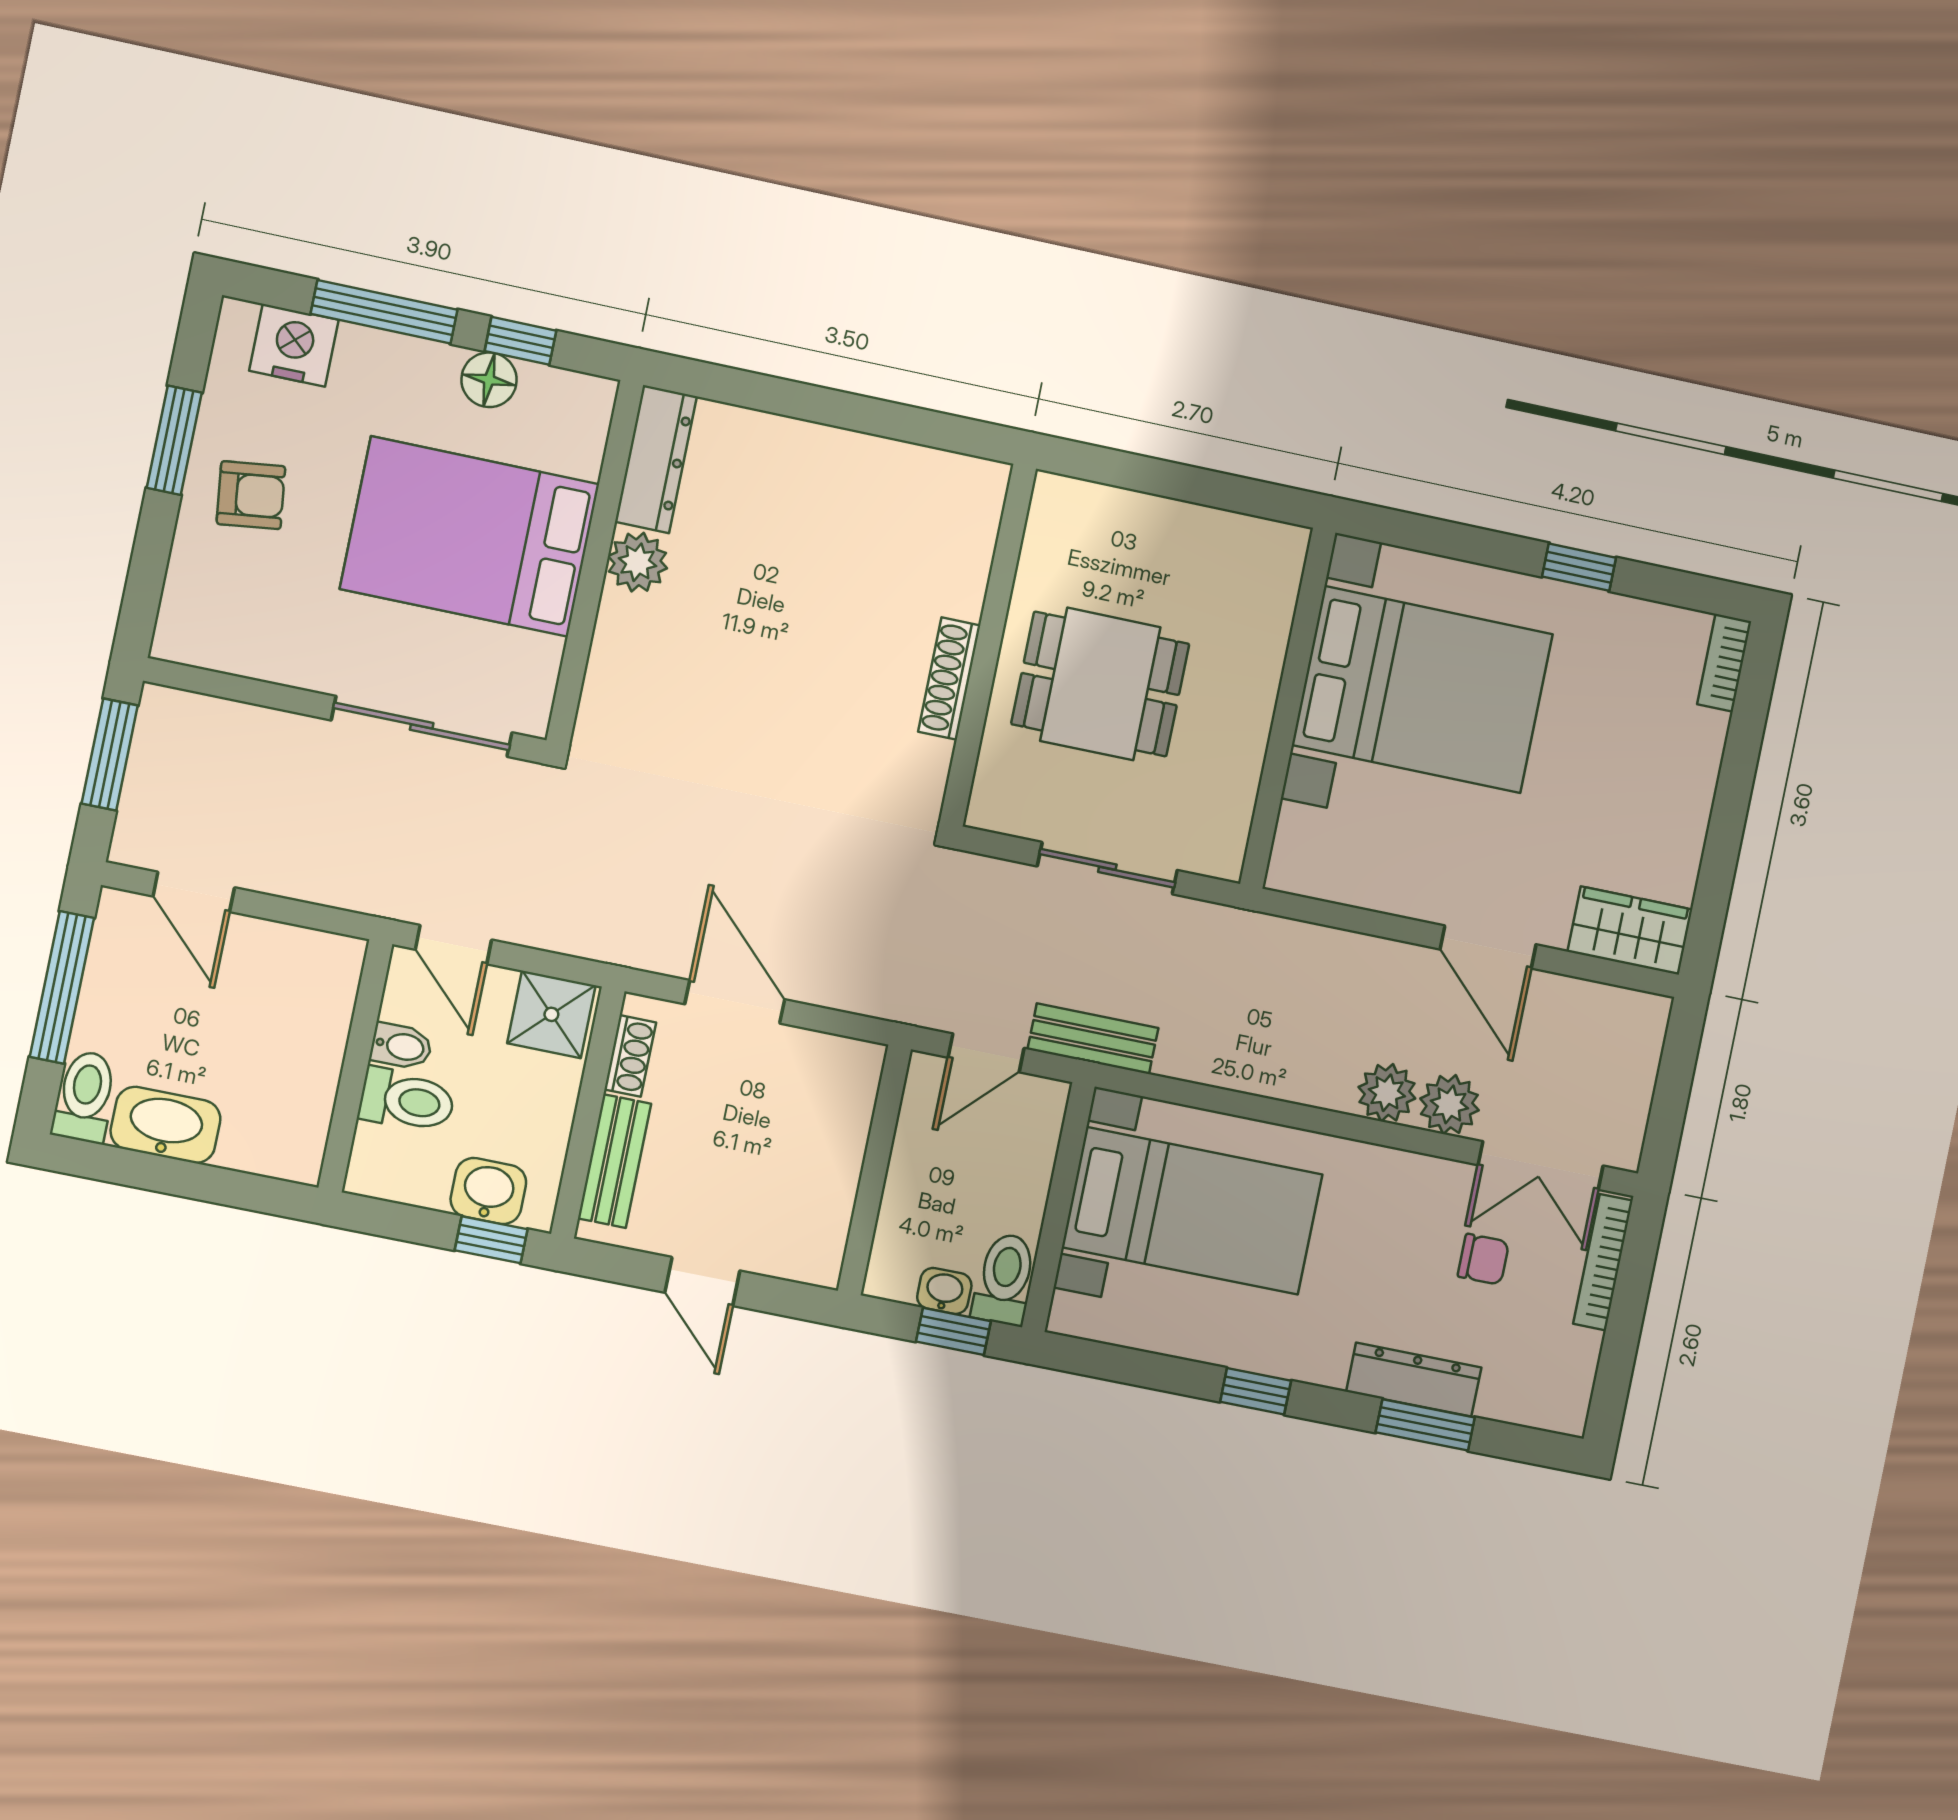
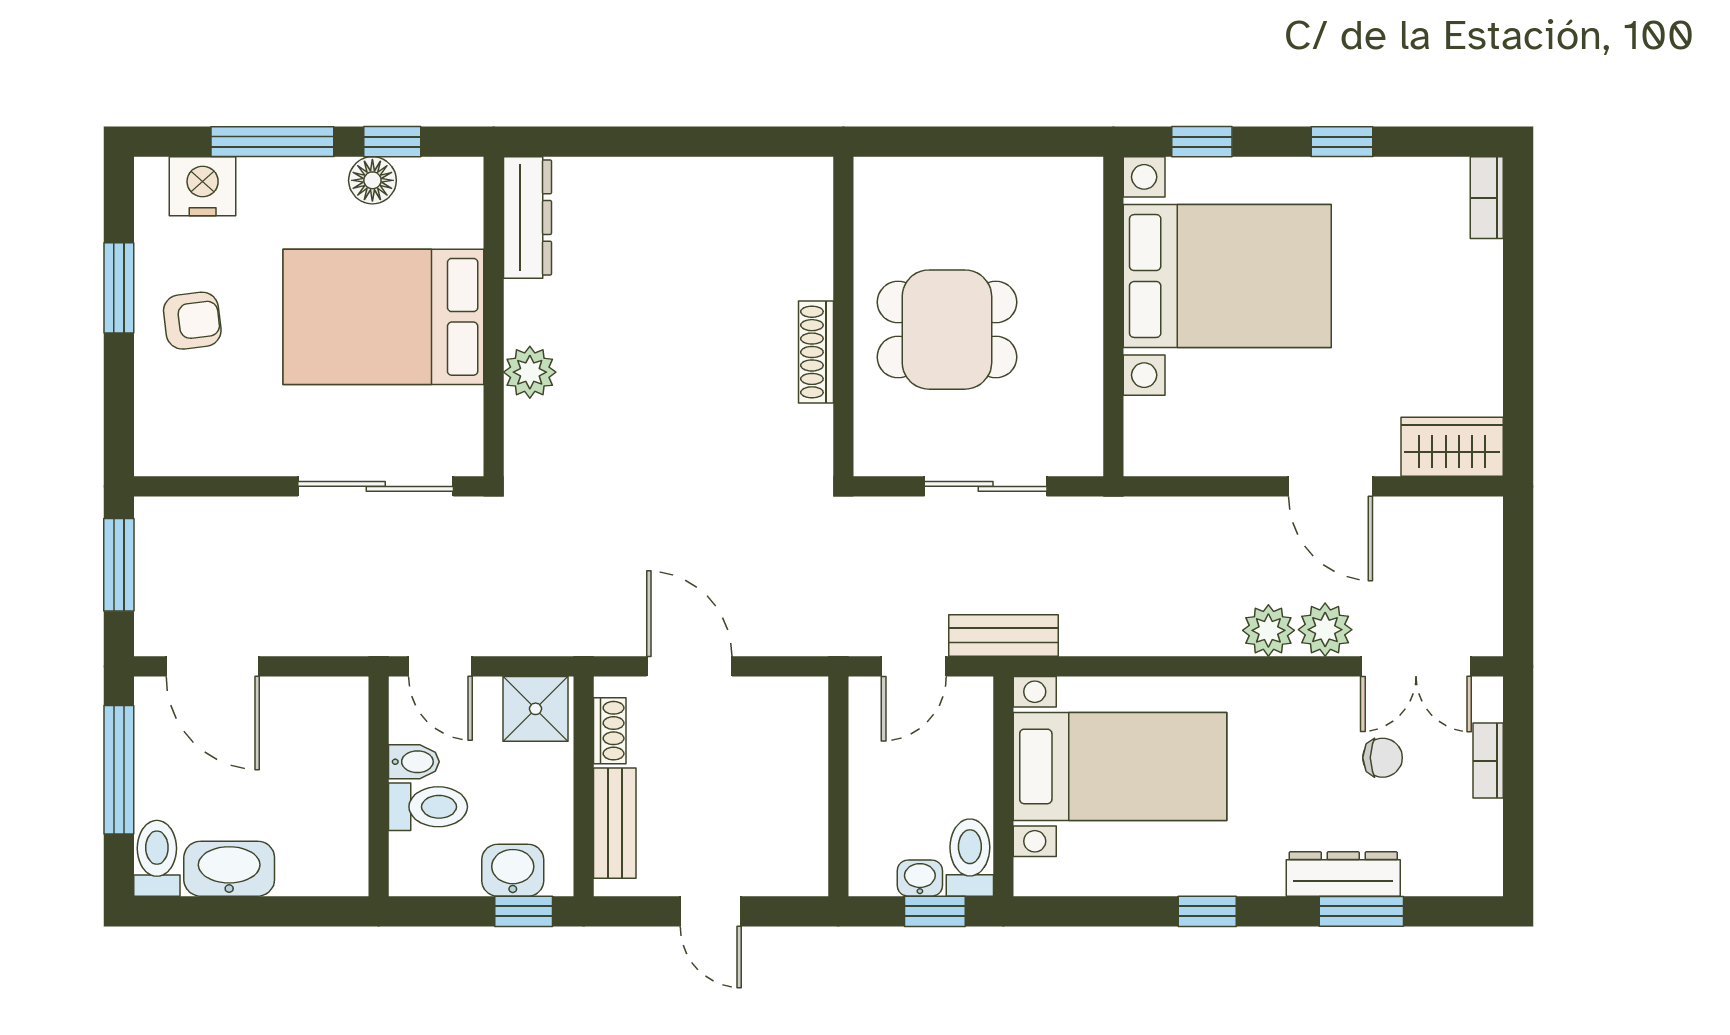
window: (1425, 534) -> (1202, 142), added
plant: (638, 562) -> (530, 372), moved
door: (194, 892) -> (213, 666), width x1.38
bookcase: (1603, 1262) -> (1488, 761), width x0.64

